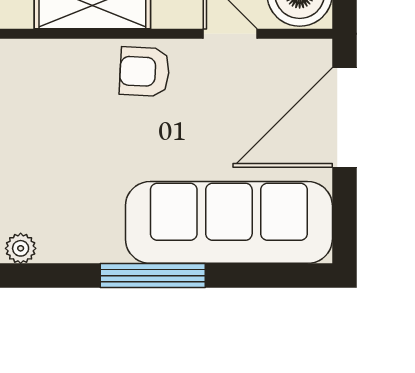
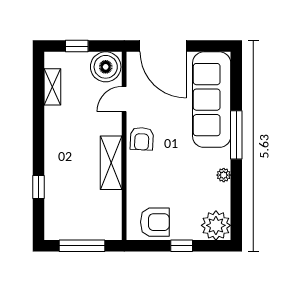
plant: (21, 248) -> (224, 175), moved

